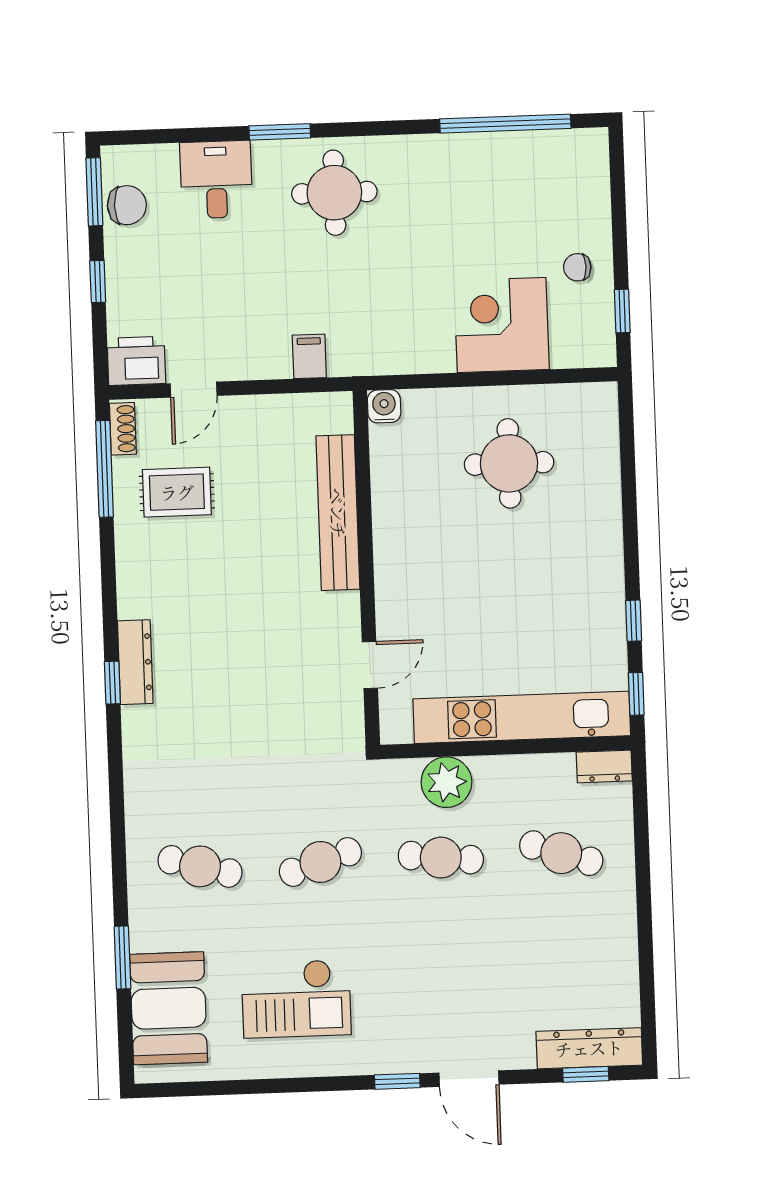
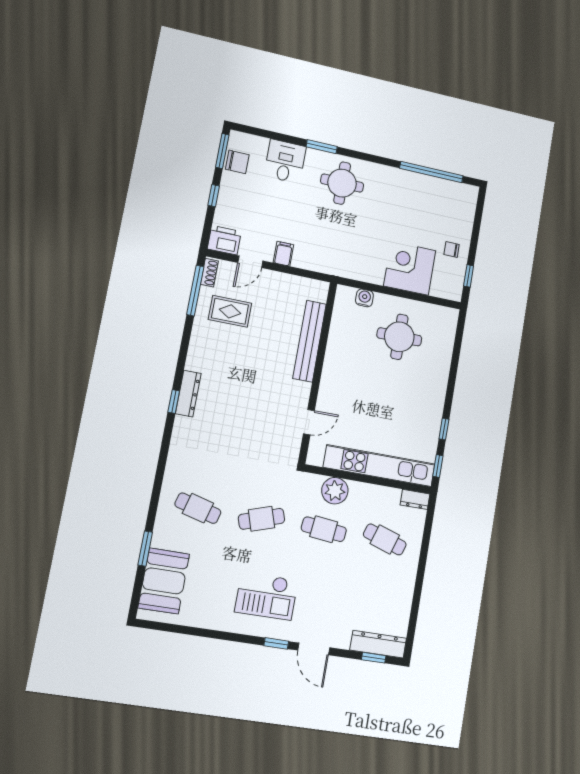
filing cabinet: (309, 356) -> (283, 254), moved
water cooler: (384, 406) -> (364, 298), moved
checkout: (296, 999) -> (266, 596), moved

